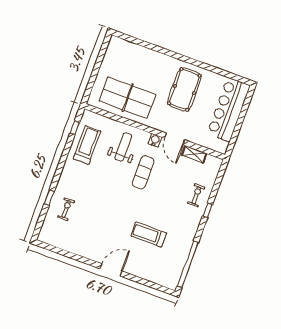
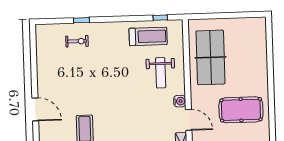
door: (175, 139) -> (189, 120), swing flipped
weight bench: (123, 147) -> (161, 73), turned 90
exercise mat: (143, 172) -> (144, 102), removed

